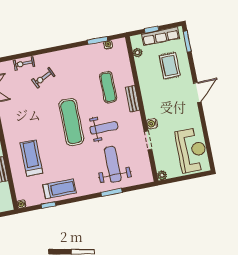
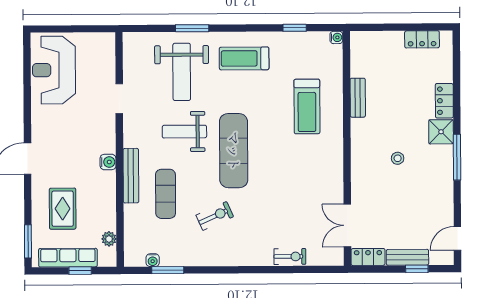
exercise bike: (43, 78) -> (215, 216), moved
bench: (132, 99) -> (131, 176), width x1.36
water cooler: (152, 124) -> (108, 162), moved
plant: (162, 175) -> (108, 40), removed
treadmill: (59, 189) -> (244, 58), moved

